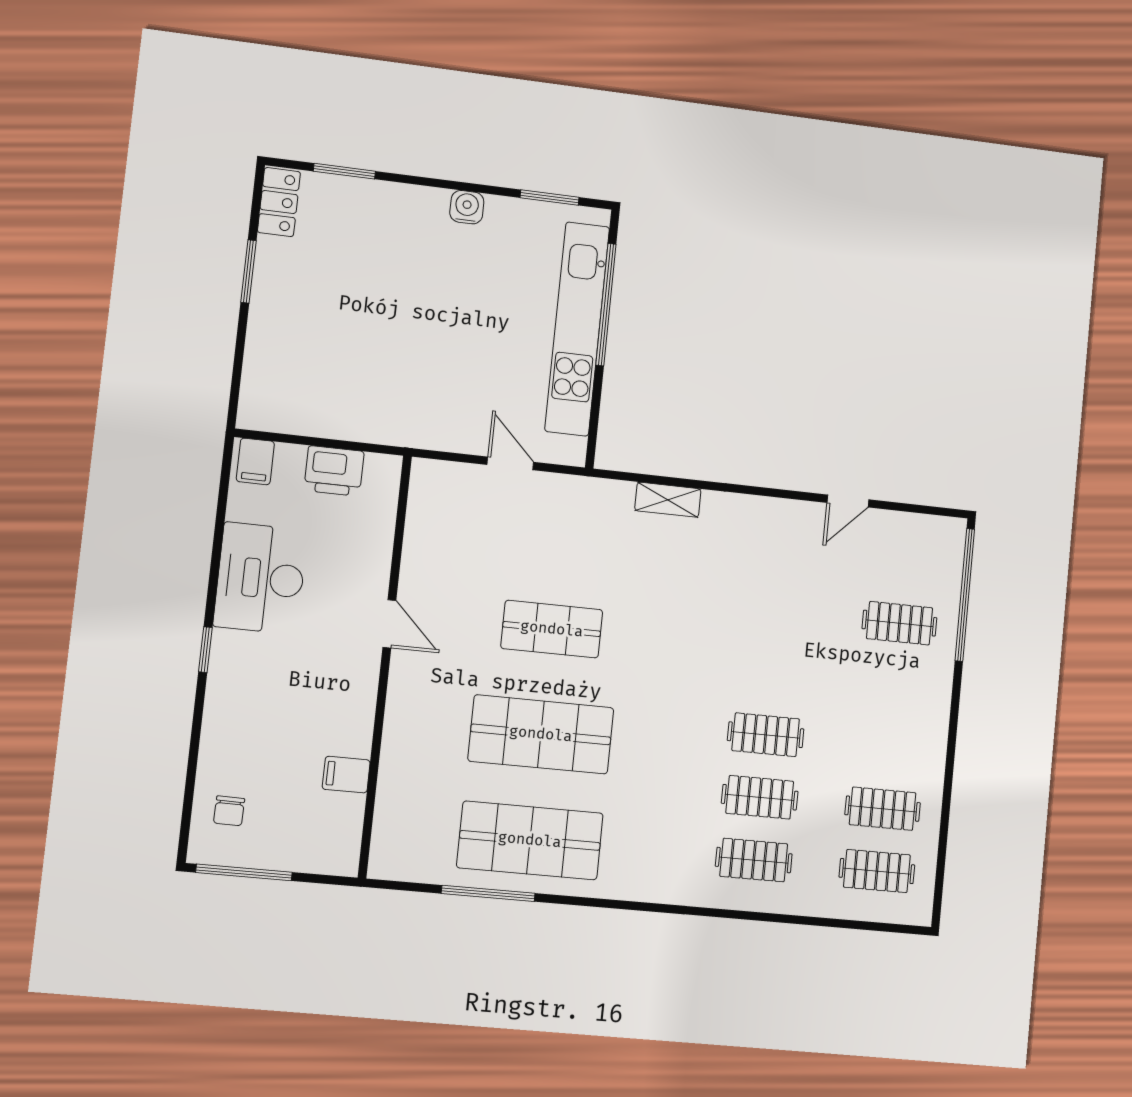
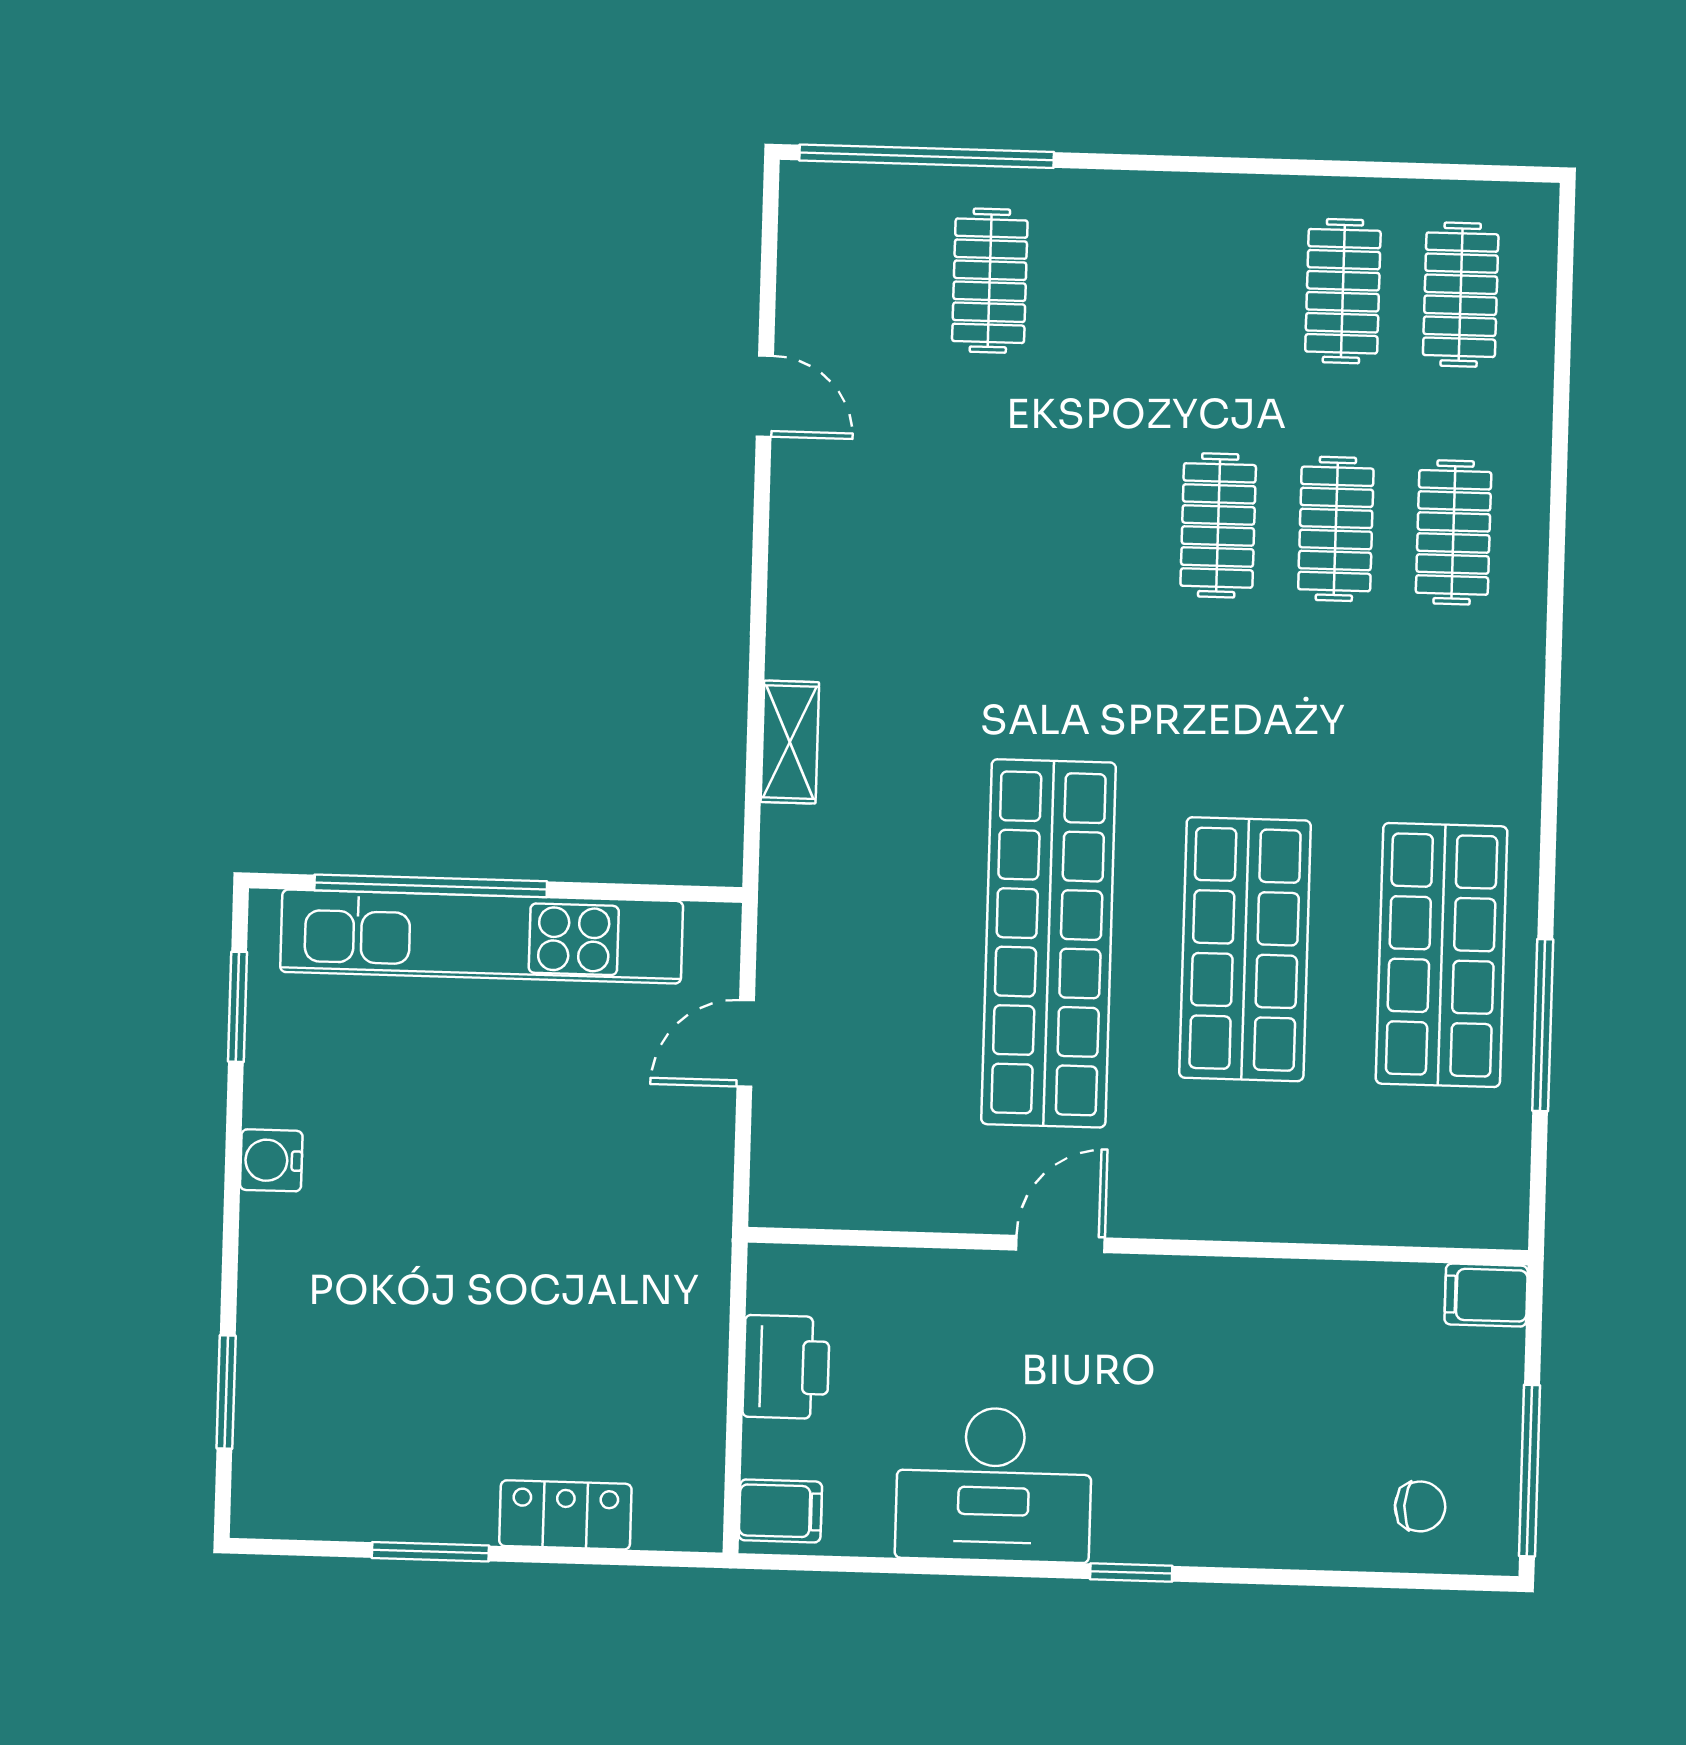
locker: (279, 202) -> (565, 1515), moved
shop shelf: (552, 629) -> (1049, 943), width x2.00, depth x1.36
filing cabinet: (346, 775) -> (1486, 1295), moved, turned 90

